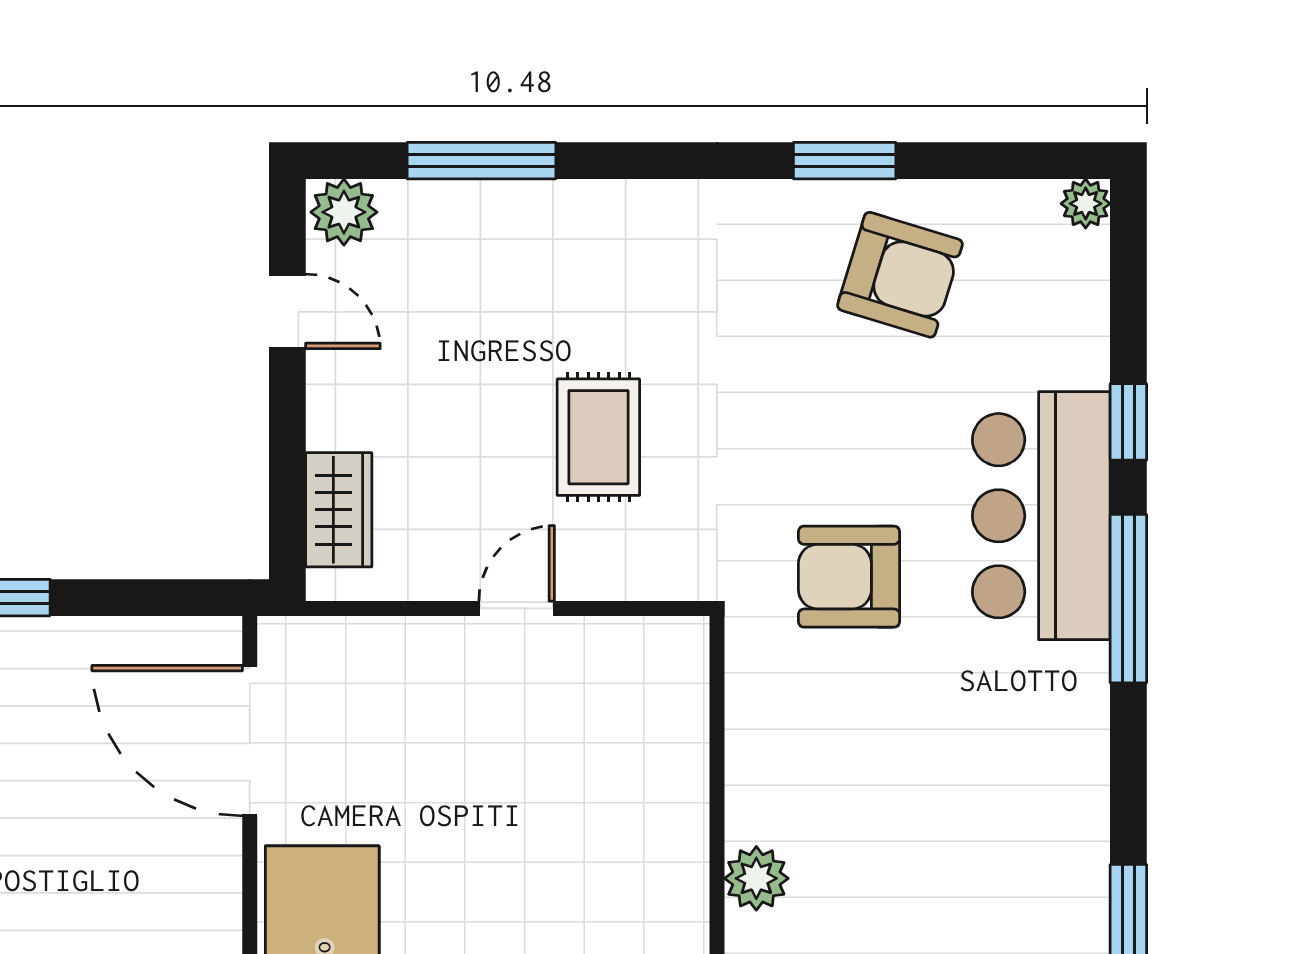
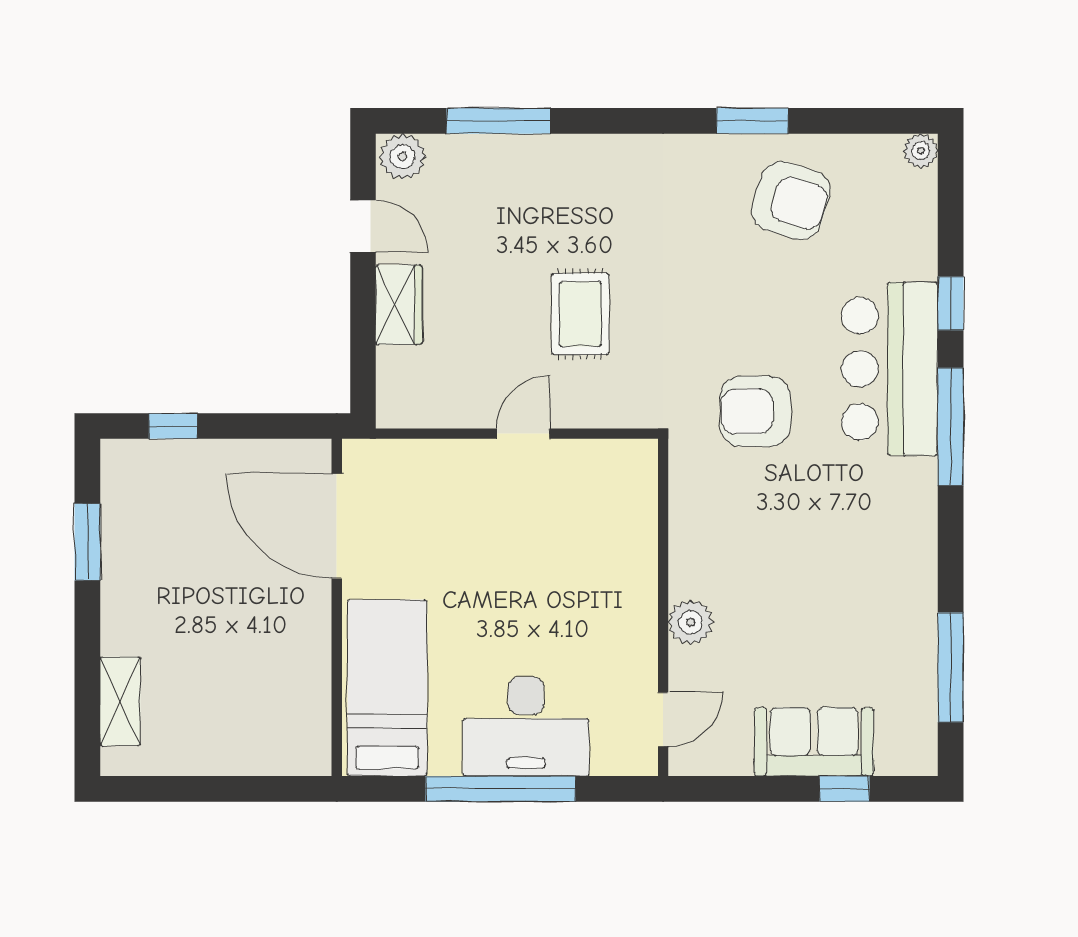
wardrobe: (339, 510) -> (399, 305), moved

